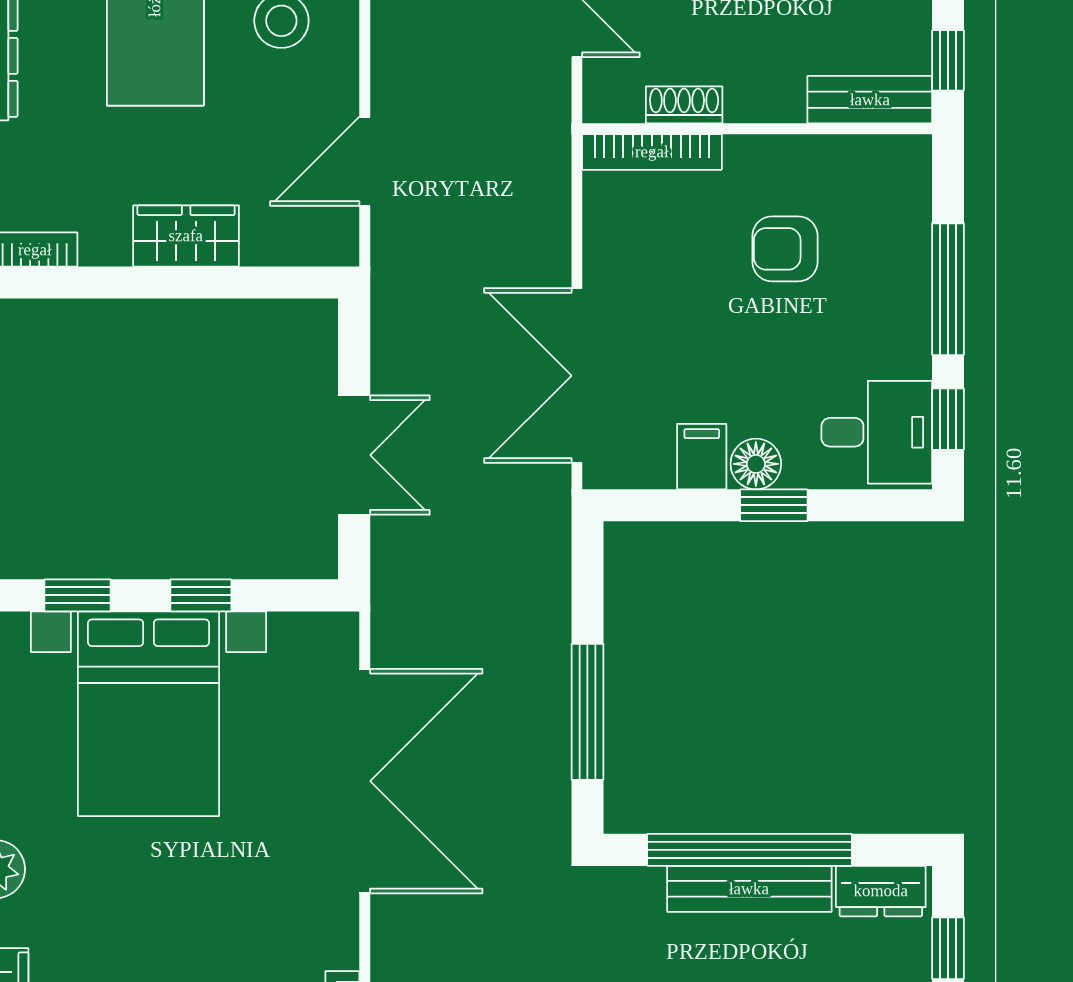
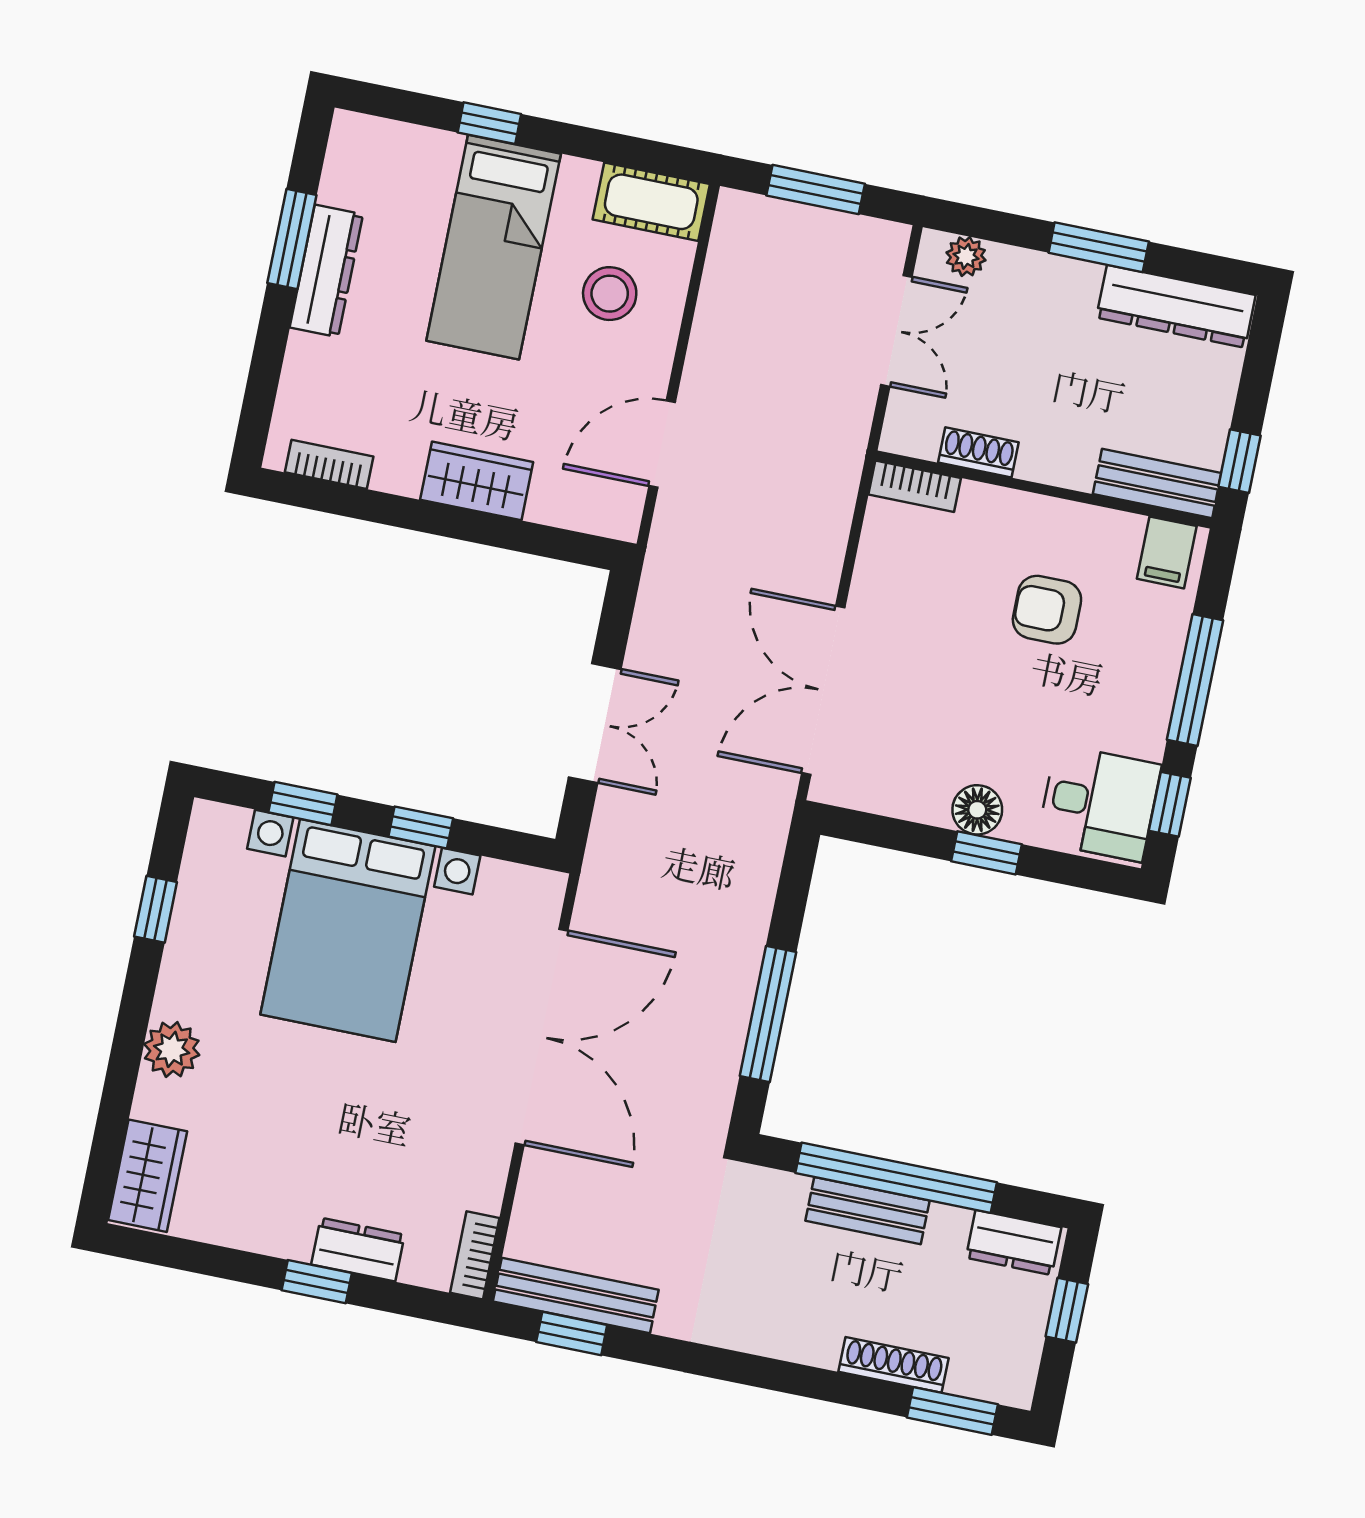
bookcase: (652, 152) -> (915, 486), width x0.64
filing cabinet: (702, 457) -> (1167, 552), moved, turned 180
bench: (749, 889) -> (867, 1211), width x0.73

